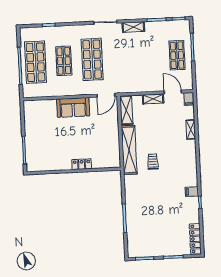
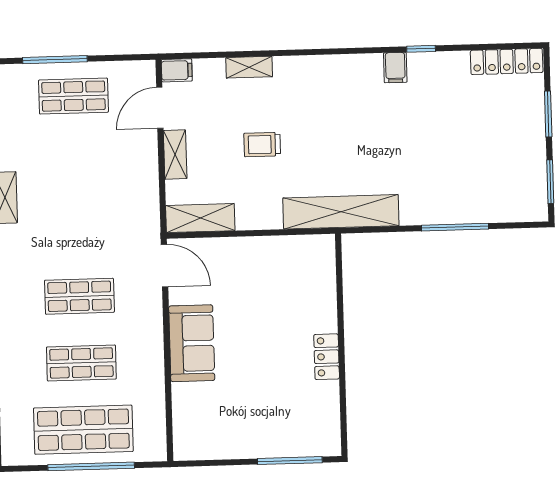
shop shelf: (92, 59) -> (79, 296), width x0.70, depth x0.74
shelving: (129, 150) -> (341, 212), moved
trolley: (153, 162) -> (262, 145), moved
locker: (82, 164) -> (327, 357), moved

